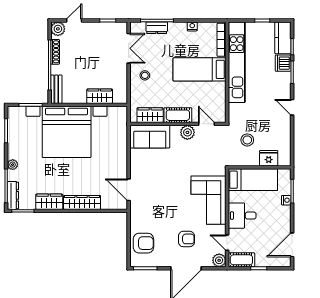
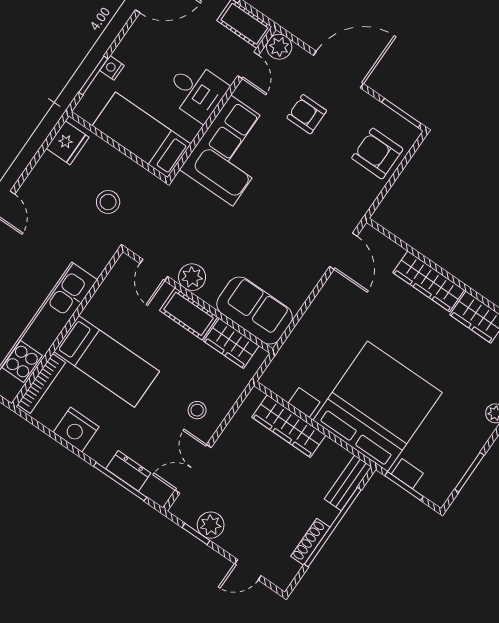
nightstand: (192, 26) -> (76, 430), width x1.89, depth x1.79
plant: (58, 29) -> (211, 525), moved
wardrobe: (100, 96) -> (289, 426), width x1.50
fridge: (269, 158) -> (68, 143), moved, turned -90

